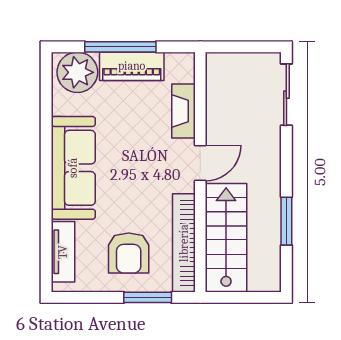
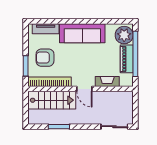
window: (120, 47) -> (135, 54), width x1.46

